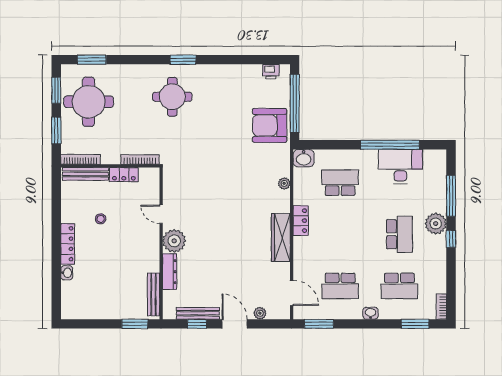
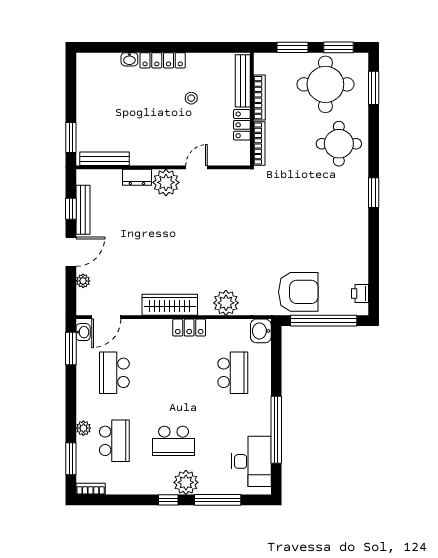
round table: (172, 97) -> (339, 144), moved
armchair: (270, 125) -> (298, 292), turned 90
bookcase: (81, 159) -> (259, 98), moved
desk: (400, 167) -> (251, 461), moved
plant: (284, 183) -> (226, 303), width x1.88, depth x1.88
dresser: (170, 272) -> (137, 177), width x0.70
school desk: (399, 286) -> (114, 441), turned 180
washbasin: (371, 313) -> (83, 332), moved
plant: (388, 313) -> (83, 428), added

